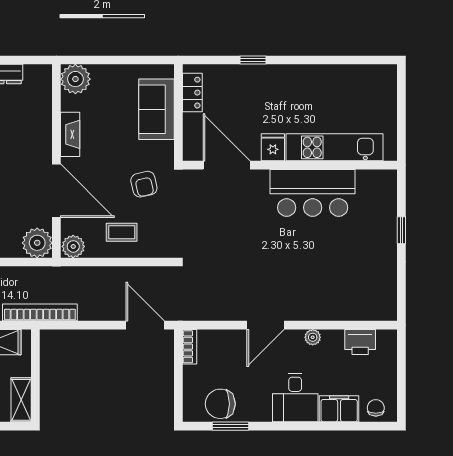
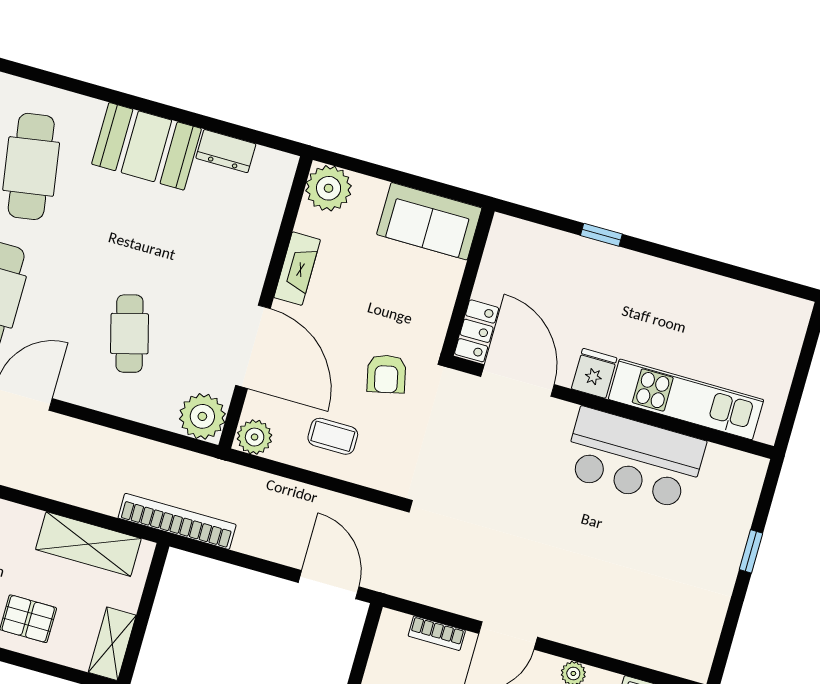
locker: (192, 93) -> (477, 331), moved
sofa: (157, 109) -> (429, 221), moved, turned -90
bookcase: (190, 347) -> (437, 633), moved, turned 90

